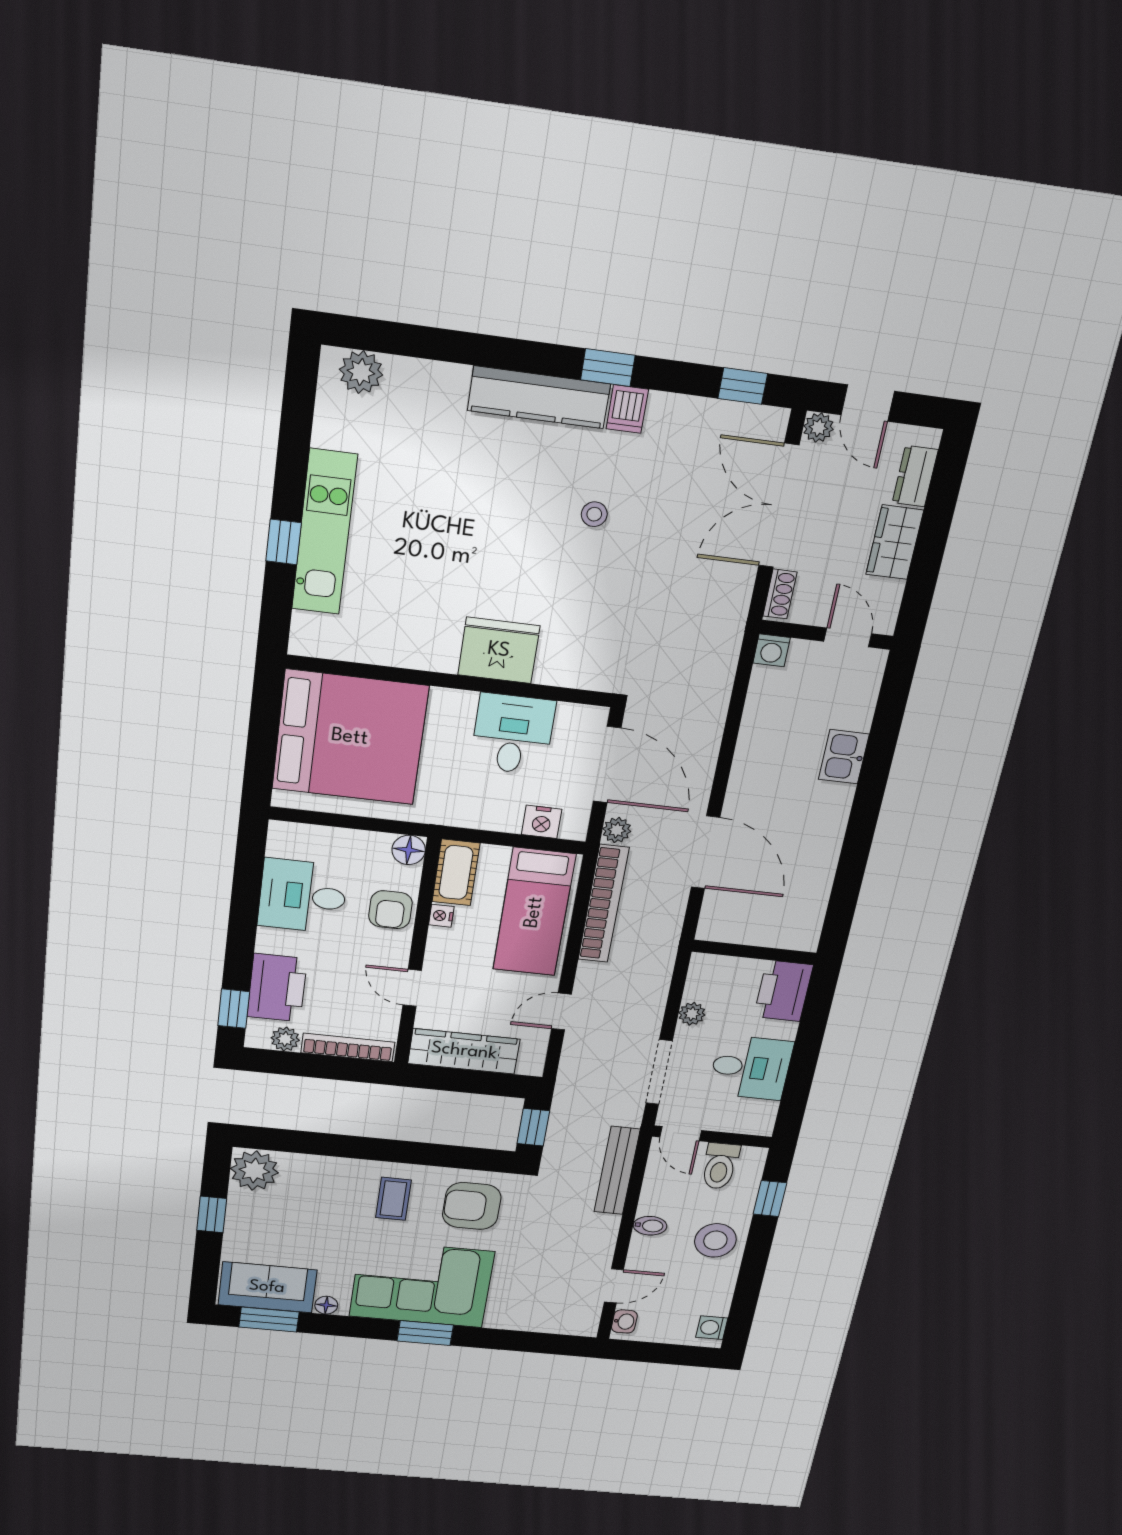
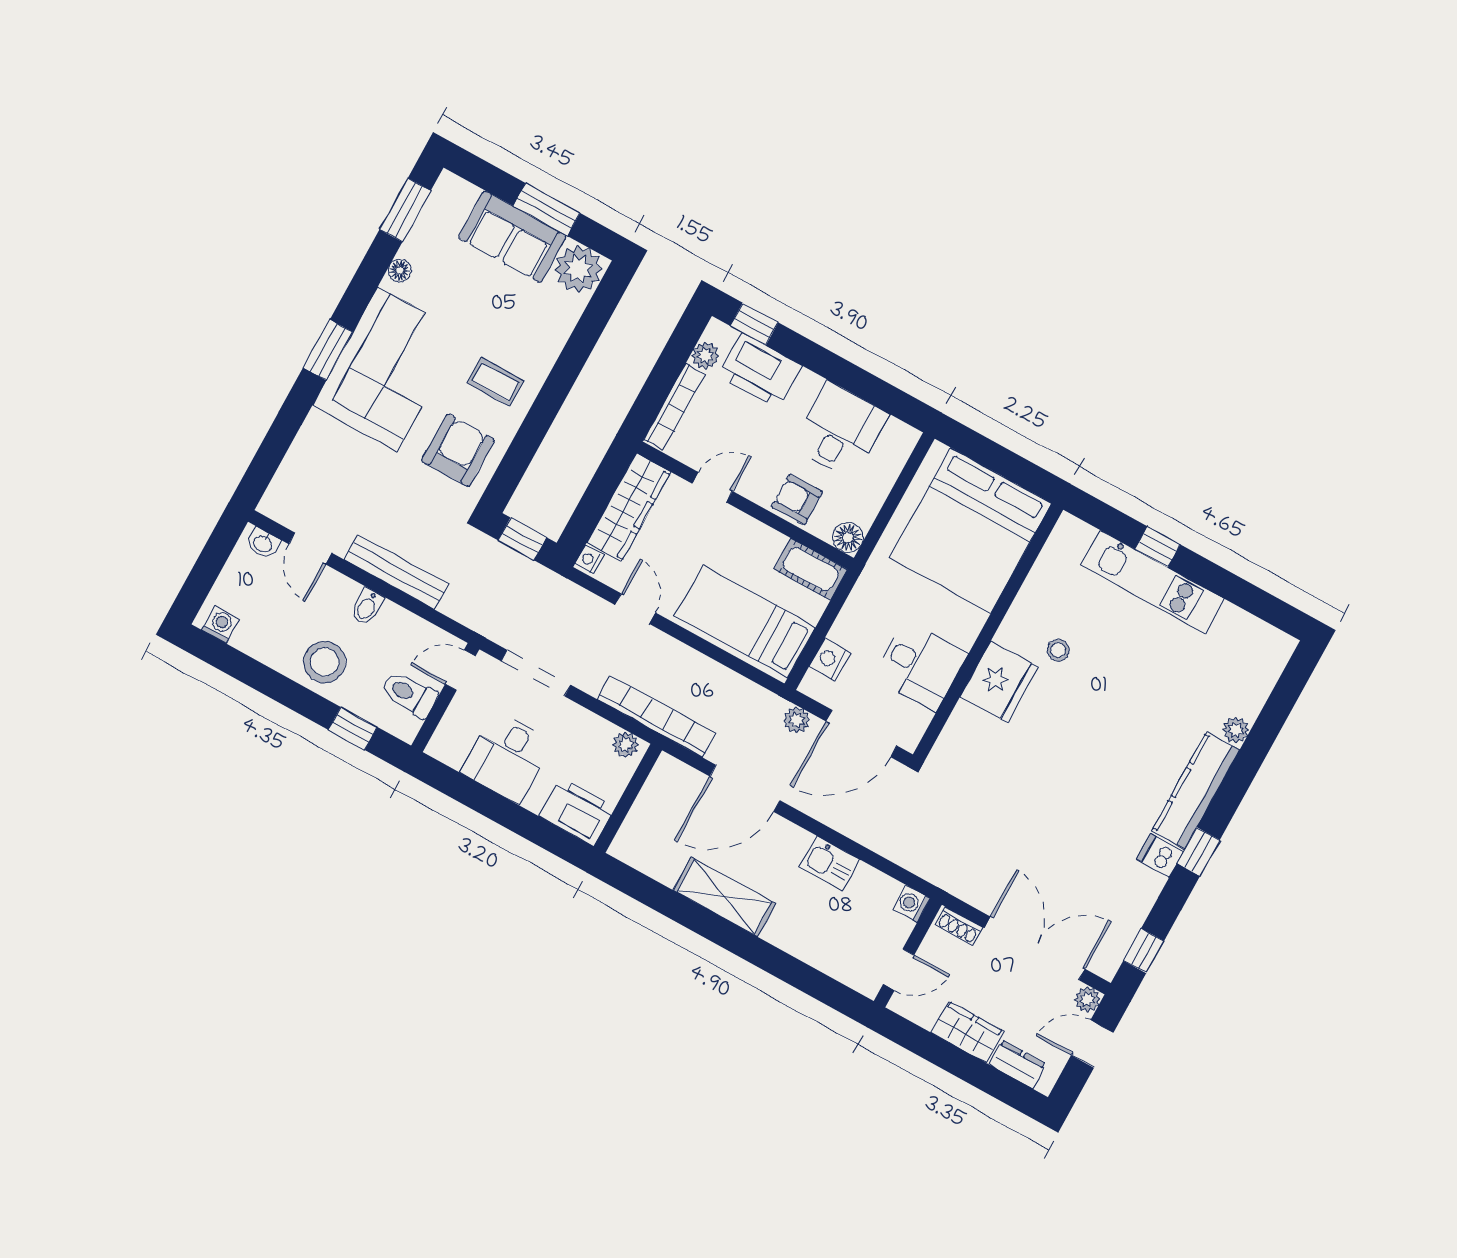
plant: (361, 372) -> (1236, 730), moved, width x0.73, depth x0.73
stool: (594, 514) -> (1058, 650), moved
kitchen sink: (844, 757) -> (830, 863), moved, turned 180
shelving: (825, 832) -> (724, 897), added
bookcase: (603, 904) -> (656, 716), moved, turned 180
nightstand: (441, 916) -> (589, 560), moved, turned -90
plant: (692, 1014) -> (625, 745), moved
bench: (617, 1171) -> (396, 572), moved
window: (212, 1214) -> (546, 209), width x1.50
sofa: (267, 1287) -> (512, 237), moved, turned 90

